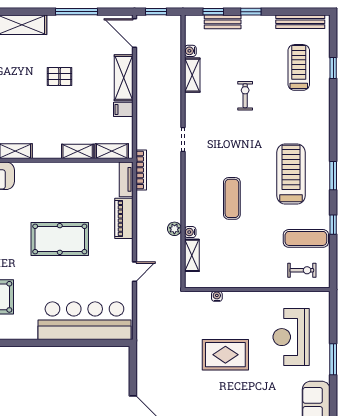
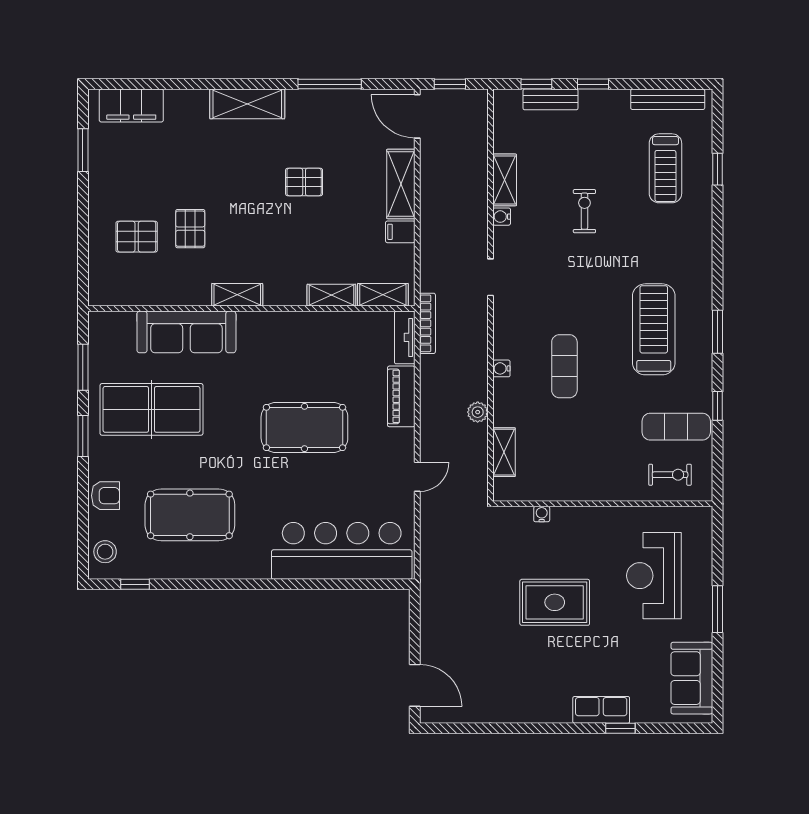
water cooler: (190, 51) -> (502, 217), moved
treadmill: (299, 67) -> (665, 168), turned 180
water cooler: (190, 232) -> (501, 368), moved

